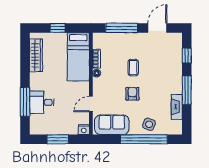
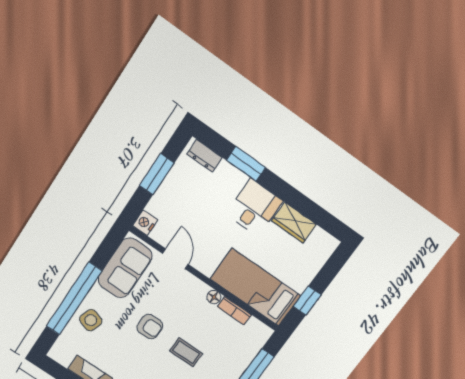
window: (58, 28) -> (307, 301), moved
wardrobe: (36, 55) -> (294, 223), width x0.67
window: (25, 102) -> (246, 164), width x0.69
desk: (42, 102) -> (254, 207), moved
dresser: (34, 123) -> (204, 156), added

